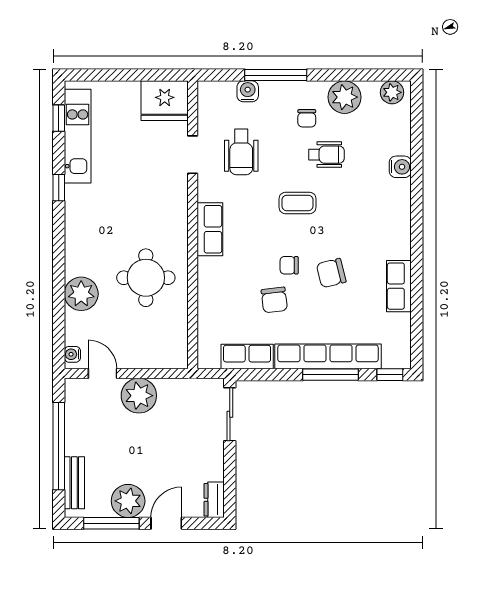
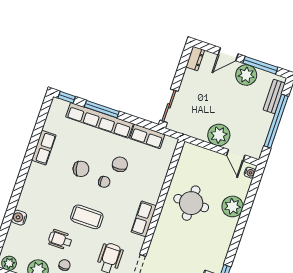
coffee table: (298, 203) -> (87, 217), width x1.36, depth x1.30

